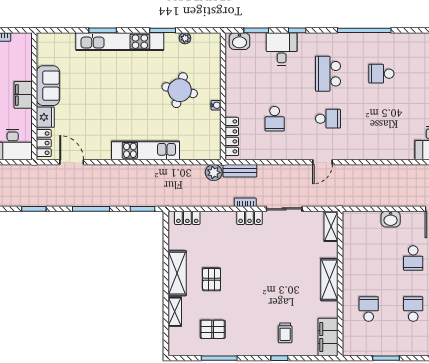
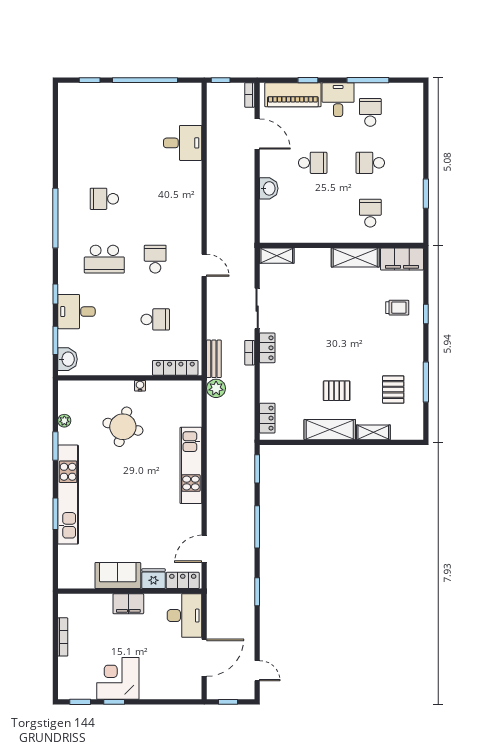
school desk: (381, 74) -> (104, 199), turned 90
shelving: (329, 280) -> (355, 258), moved
school desk: (369, 309) -> (370, 213), turned 90

